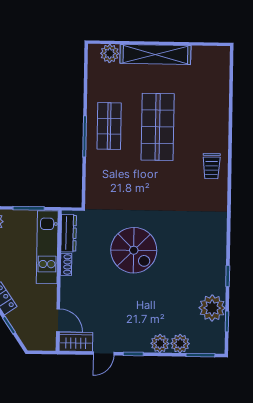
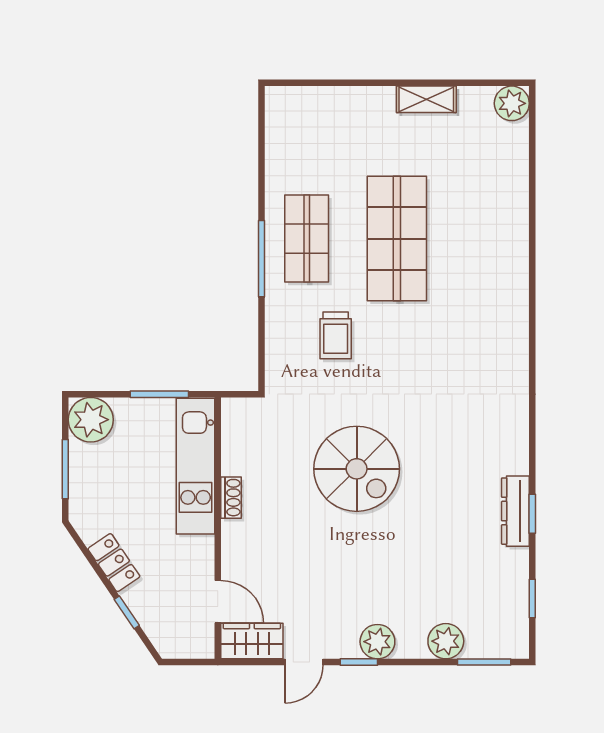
plant: (110, 53) -> (512, 103), moved
shelving: (155, 54) -> (426, 99), width x0.45, depth x0.75
trolley: (212, 166) -> (336, 335), moved
dresser: (69, 233) -> (515, 511), moved, turned 180
plant: (212, 308) -> (504, 574), removed
plant: (160, 343) -> (377, 642), moved

